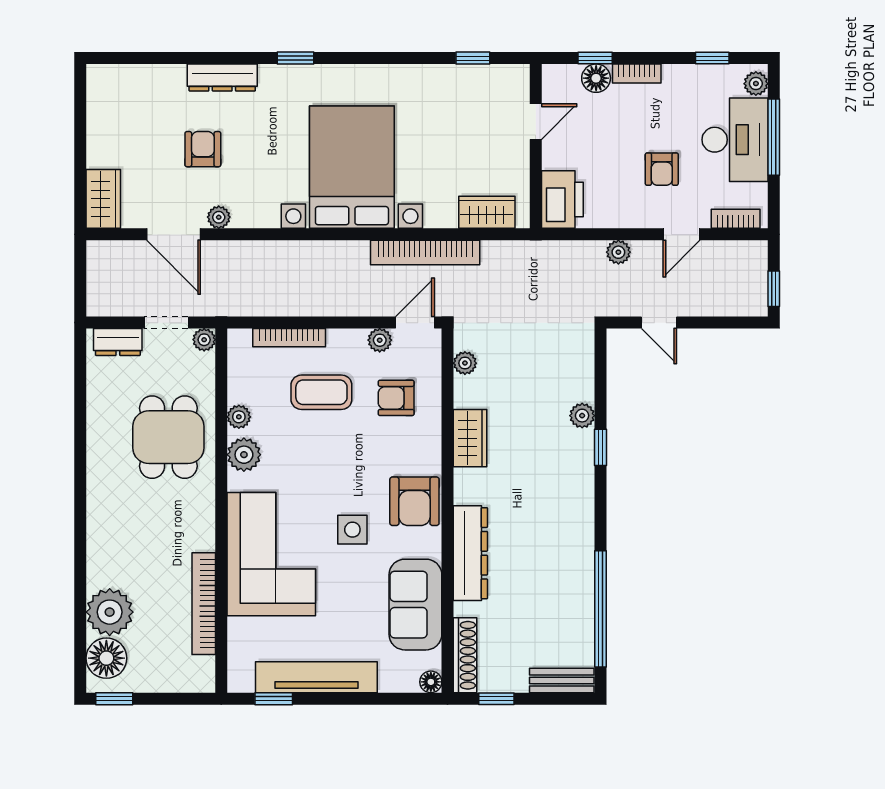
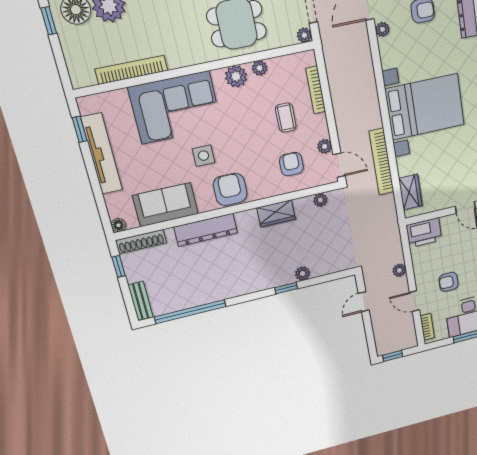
coffee table: (321, 392) -> (286, 118), width x0.73, depth x0.77
armchair: (414, 501) -> (230, 189), turned 90

